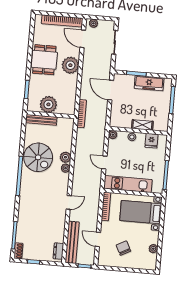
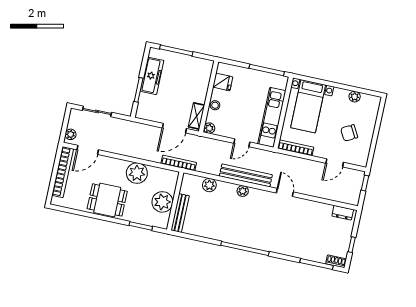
plant: (70, 65) -> (137, 173), moved
door: (111, 90) -> (174, 128), moved
shelving: (142, 125) -> (197, 116), moved
spiral stairs: (38, 157) -> (225, 223), removed
plant: (65, 157) -> (209, 185), moved
bench: (72, 242) -> (246, 175), moved

